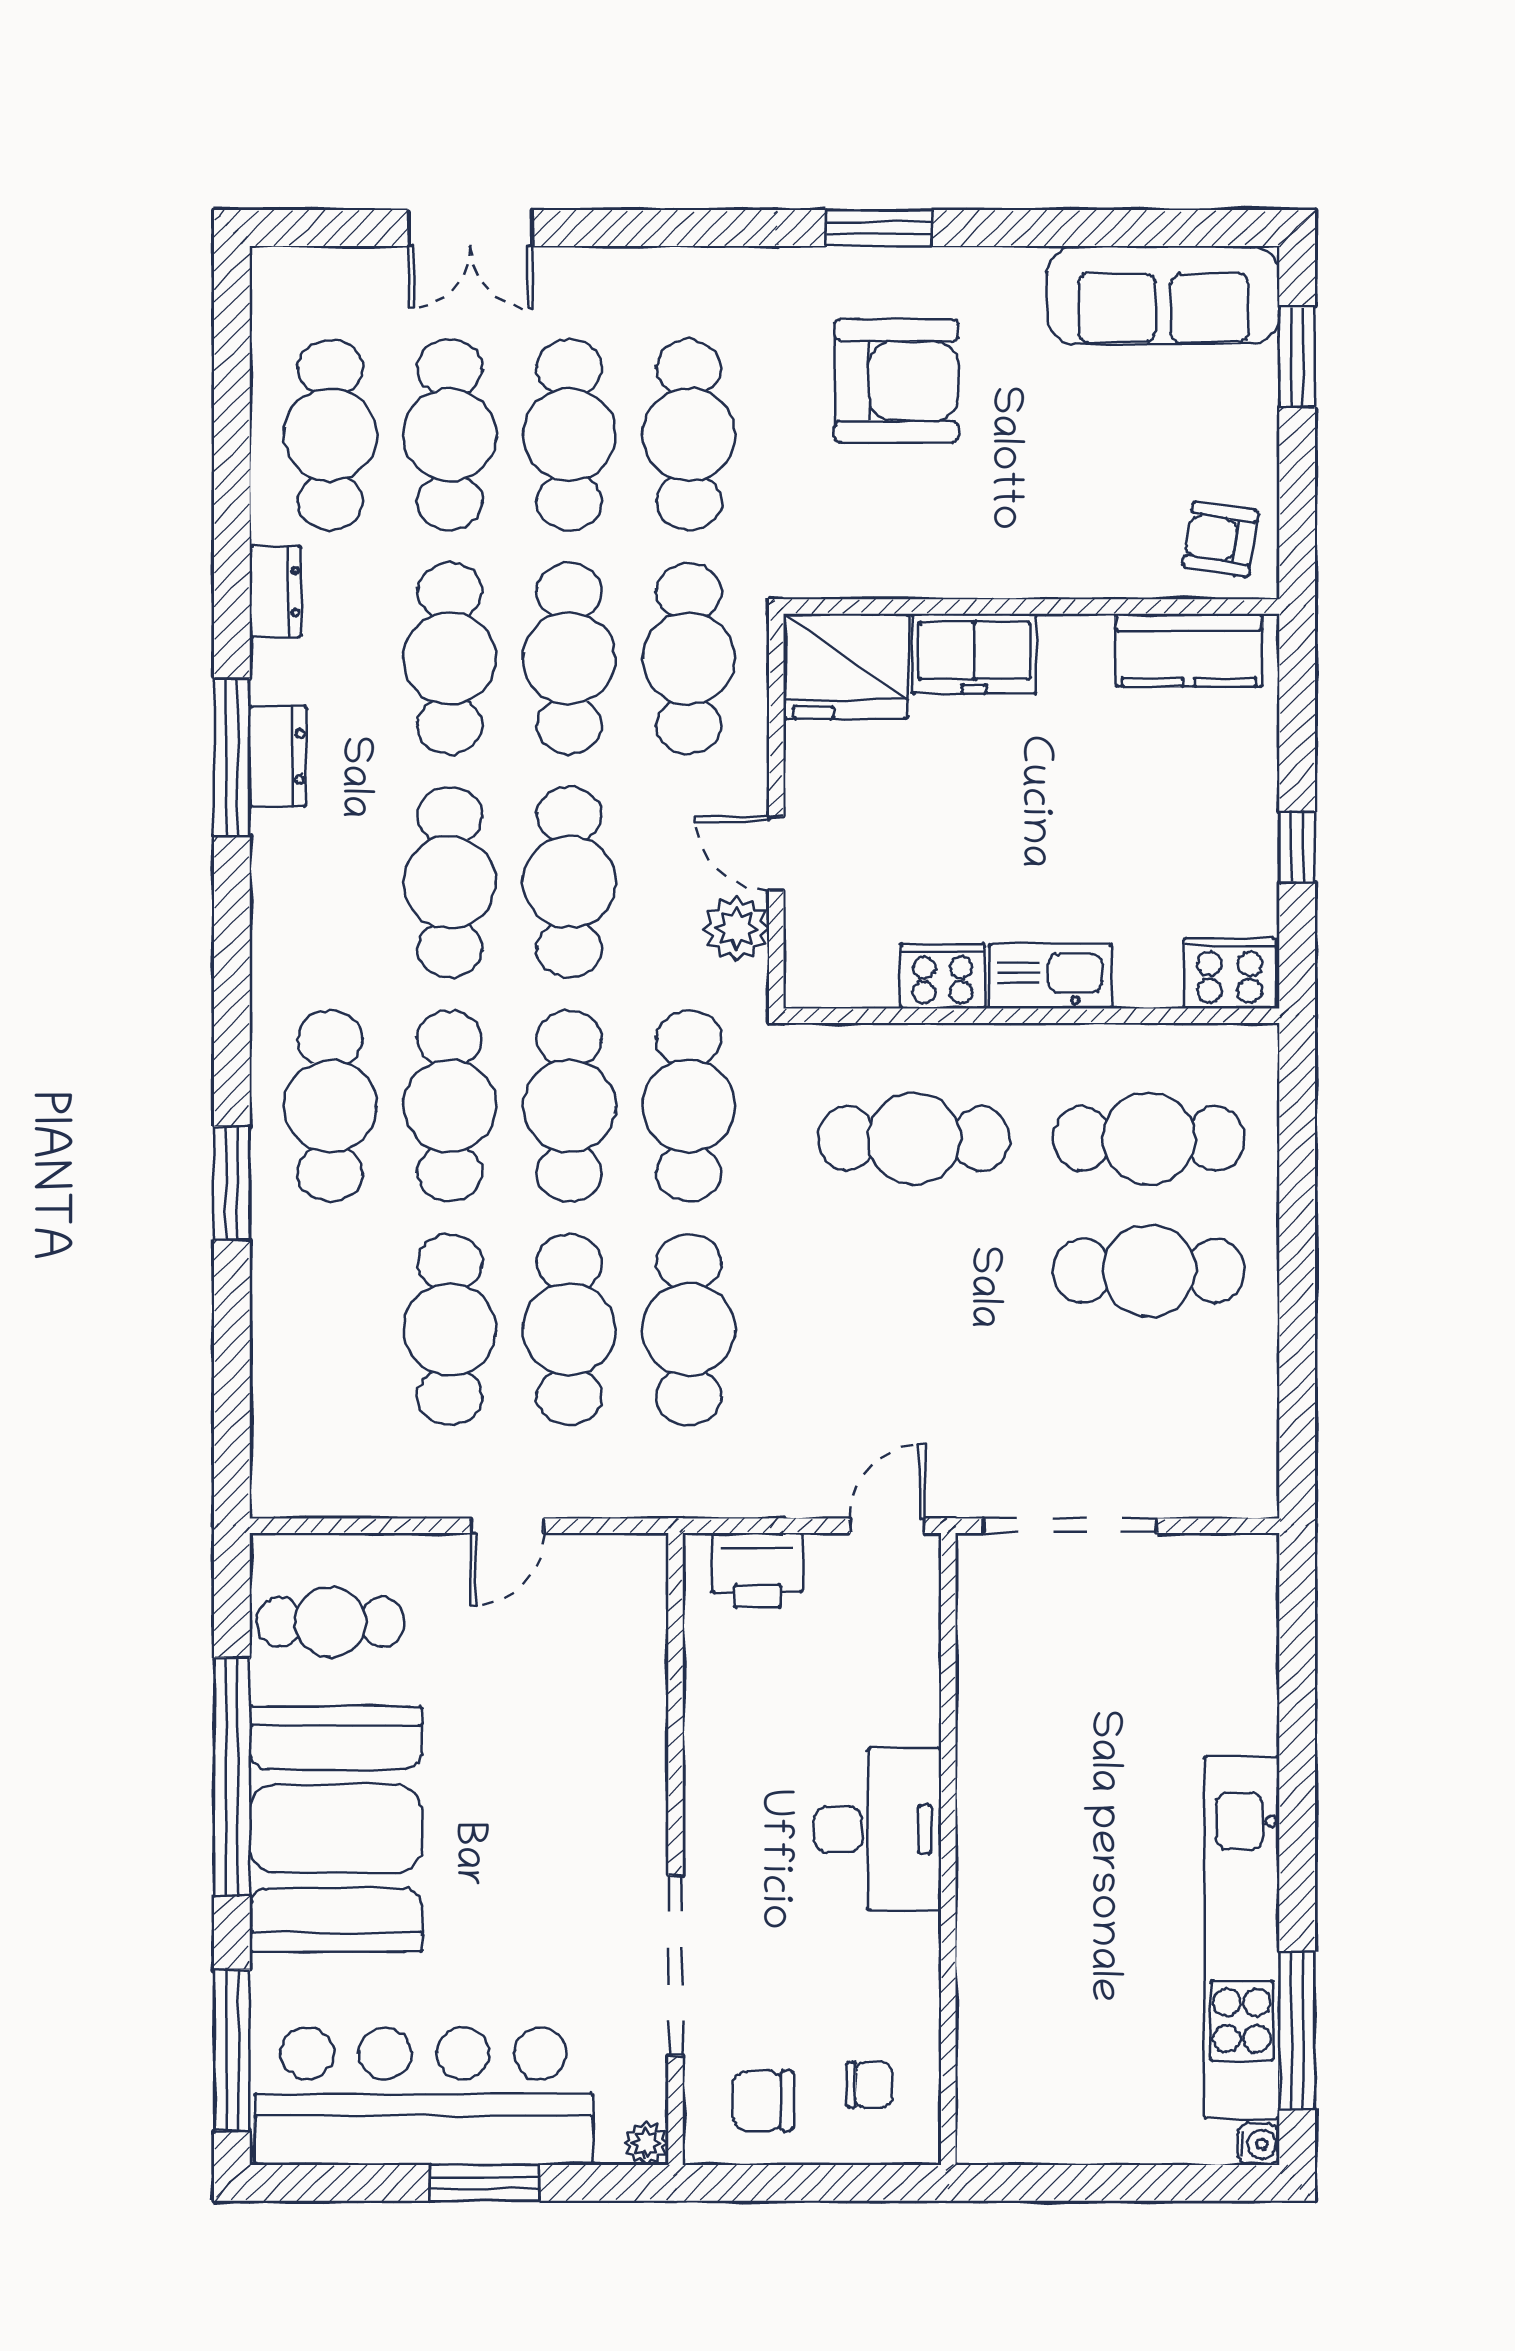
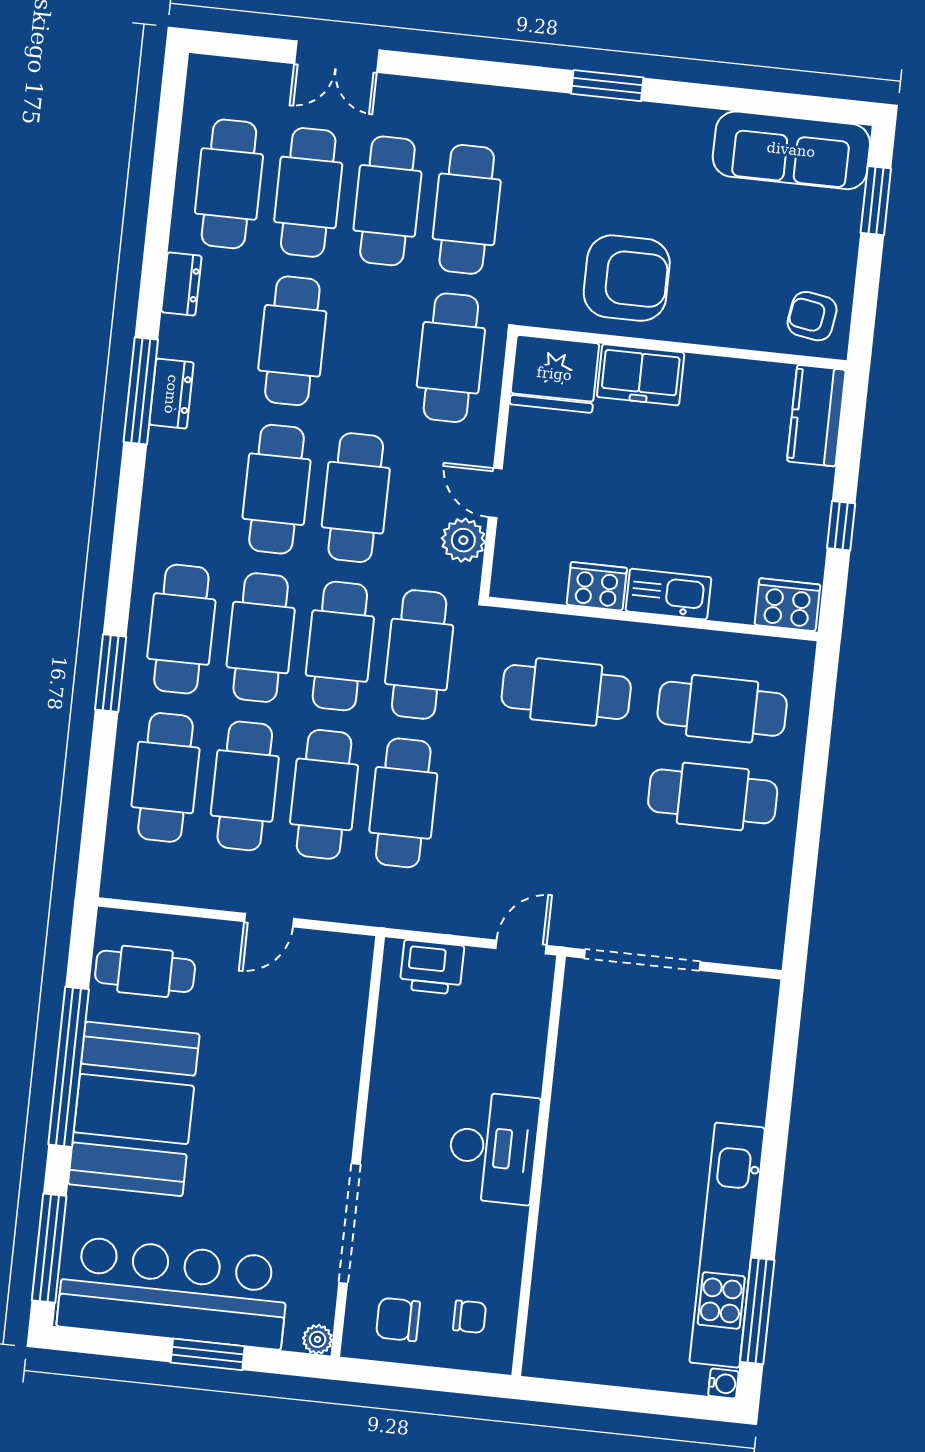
armchair: (896, 381) -> (627, 278), moved
kitchen counter: (1189, 650) -> (816, 416), moved, turned 90
cafe table: (569, 659) -> (166, 777), moved

